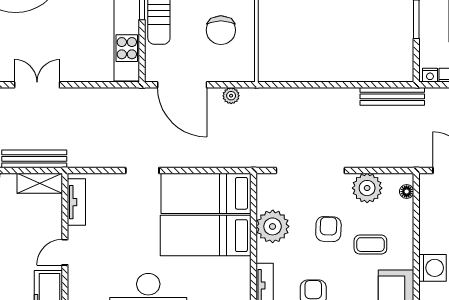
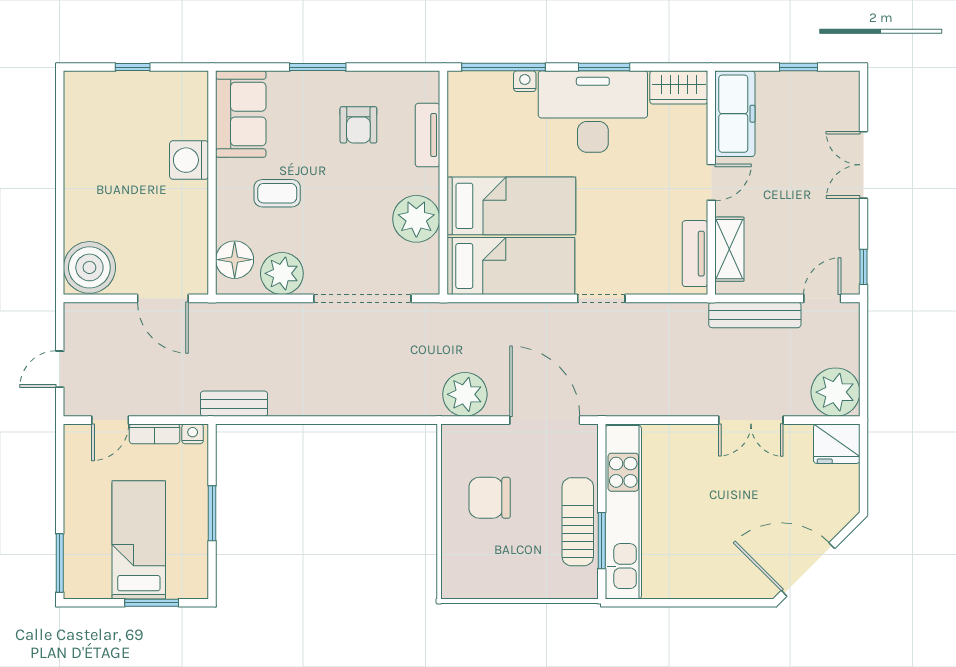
chair: (221, 30) -> (490, 498), turned -90
plant: (231, 96) -> (465, 394), width x1.88, depth x1.88
bench: (392, 96) -> (234, 404), width x0.73
shelving: (40, 183) -> (729, 249), moved, turned 90
floor lamp: (407, 192) -> (235, 260), width x1.89, depth x1.89
armchair: (328, 229) -> (337, 215), removed

